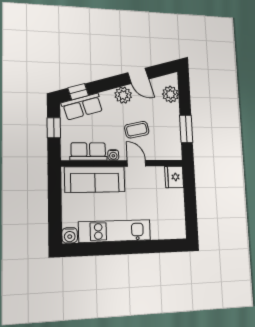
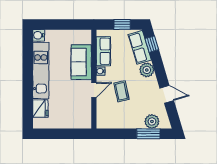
door: (138, 76) -> (167, 94), swing flipped
plant: (123, 95) -> (147, 70), moved
window: (186, 129) -> (148, 134), moved
fridge: (174, 177) -> (40, 109), moved, turned 90
sofa: (95, 179) -> (81, 62), width x0.73

